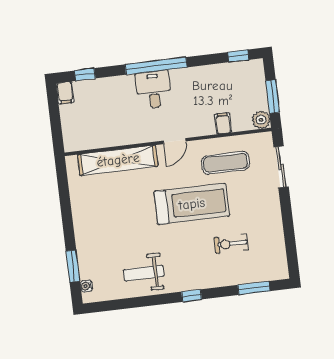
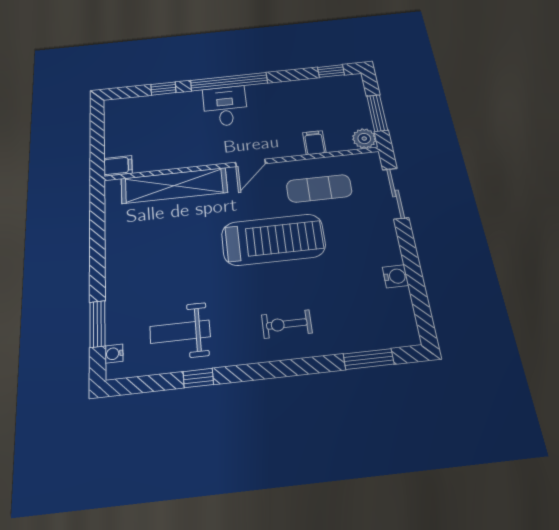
window: (85, 74) -> (163, 89), moved
filing cabinet: (65, 93) -> (118, 166), moved, turned -90
water cooler: (276, 231) -> (395, 276), added
exercise bike: (231, 244) -> (287, 324), moved
weight bench: (144, 273) -> (180, 332), moved
window: (192, 296) -> (198, 378), moved

